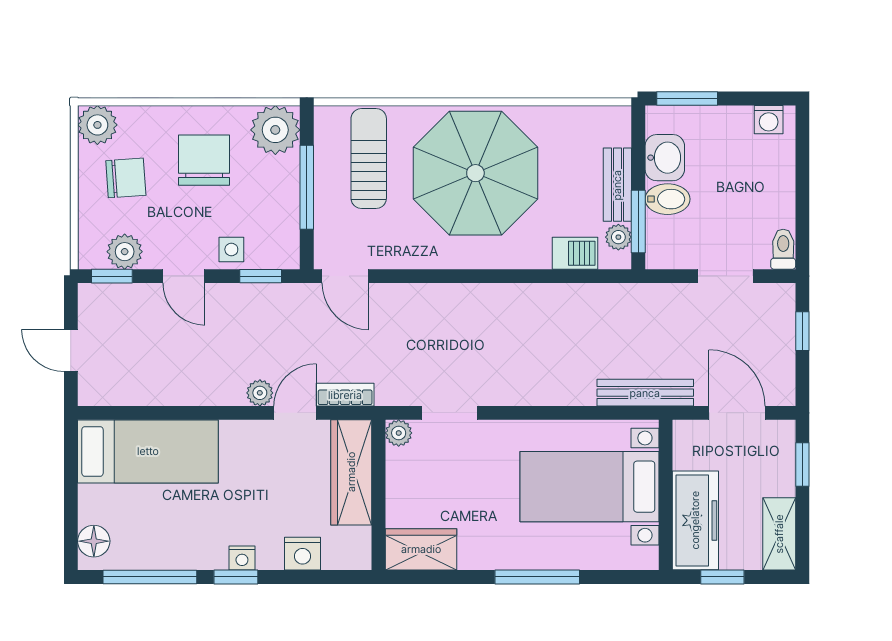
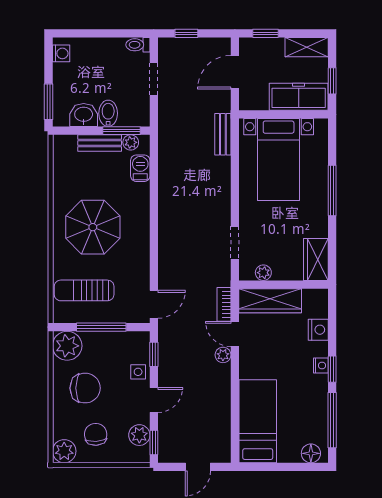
chair: (204, 160) -> (85, 388), turned 180
parasol: (475, 173) -> (93, 227), width x0.73, depth x0.73
bench: (645, 393) -> (223, 134), width x0.73
plant: (399, 433) -> (263, 273), moved

